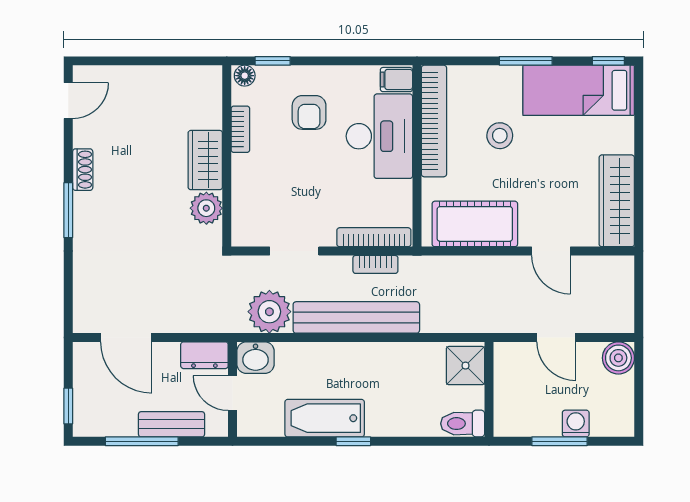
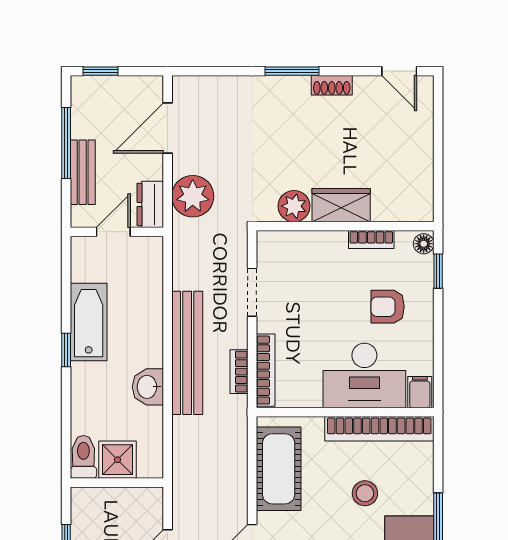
plant: (269, 312) -> (193, 196), moved
washbasin: (256, 358) -> (148, 387), moved
shower: (465, 366) -> (117, 460), moved

